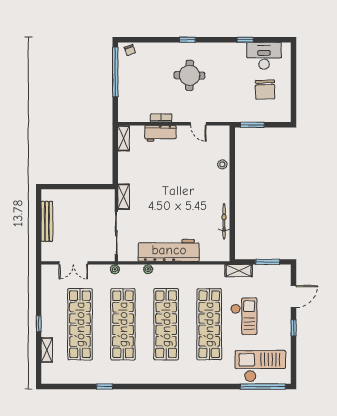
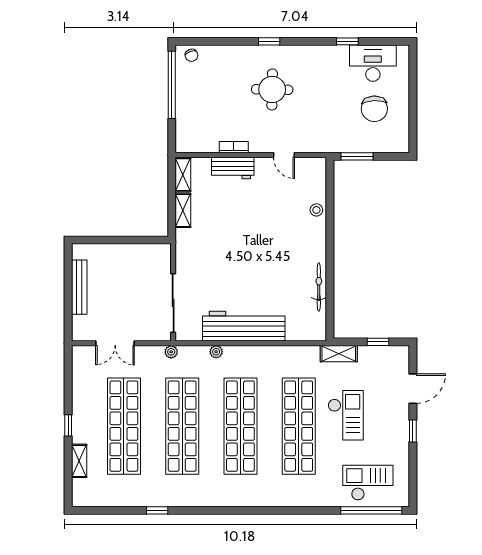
shelving: (124, 197) -> (183, 210), moved
window: (268, 262) -> (378, 342), width x0.67
checkout: (260, 366) -> (368, 483), width x0.73, depth x0.83

